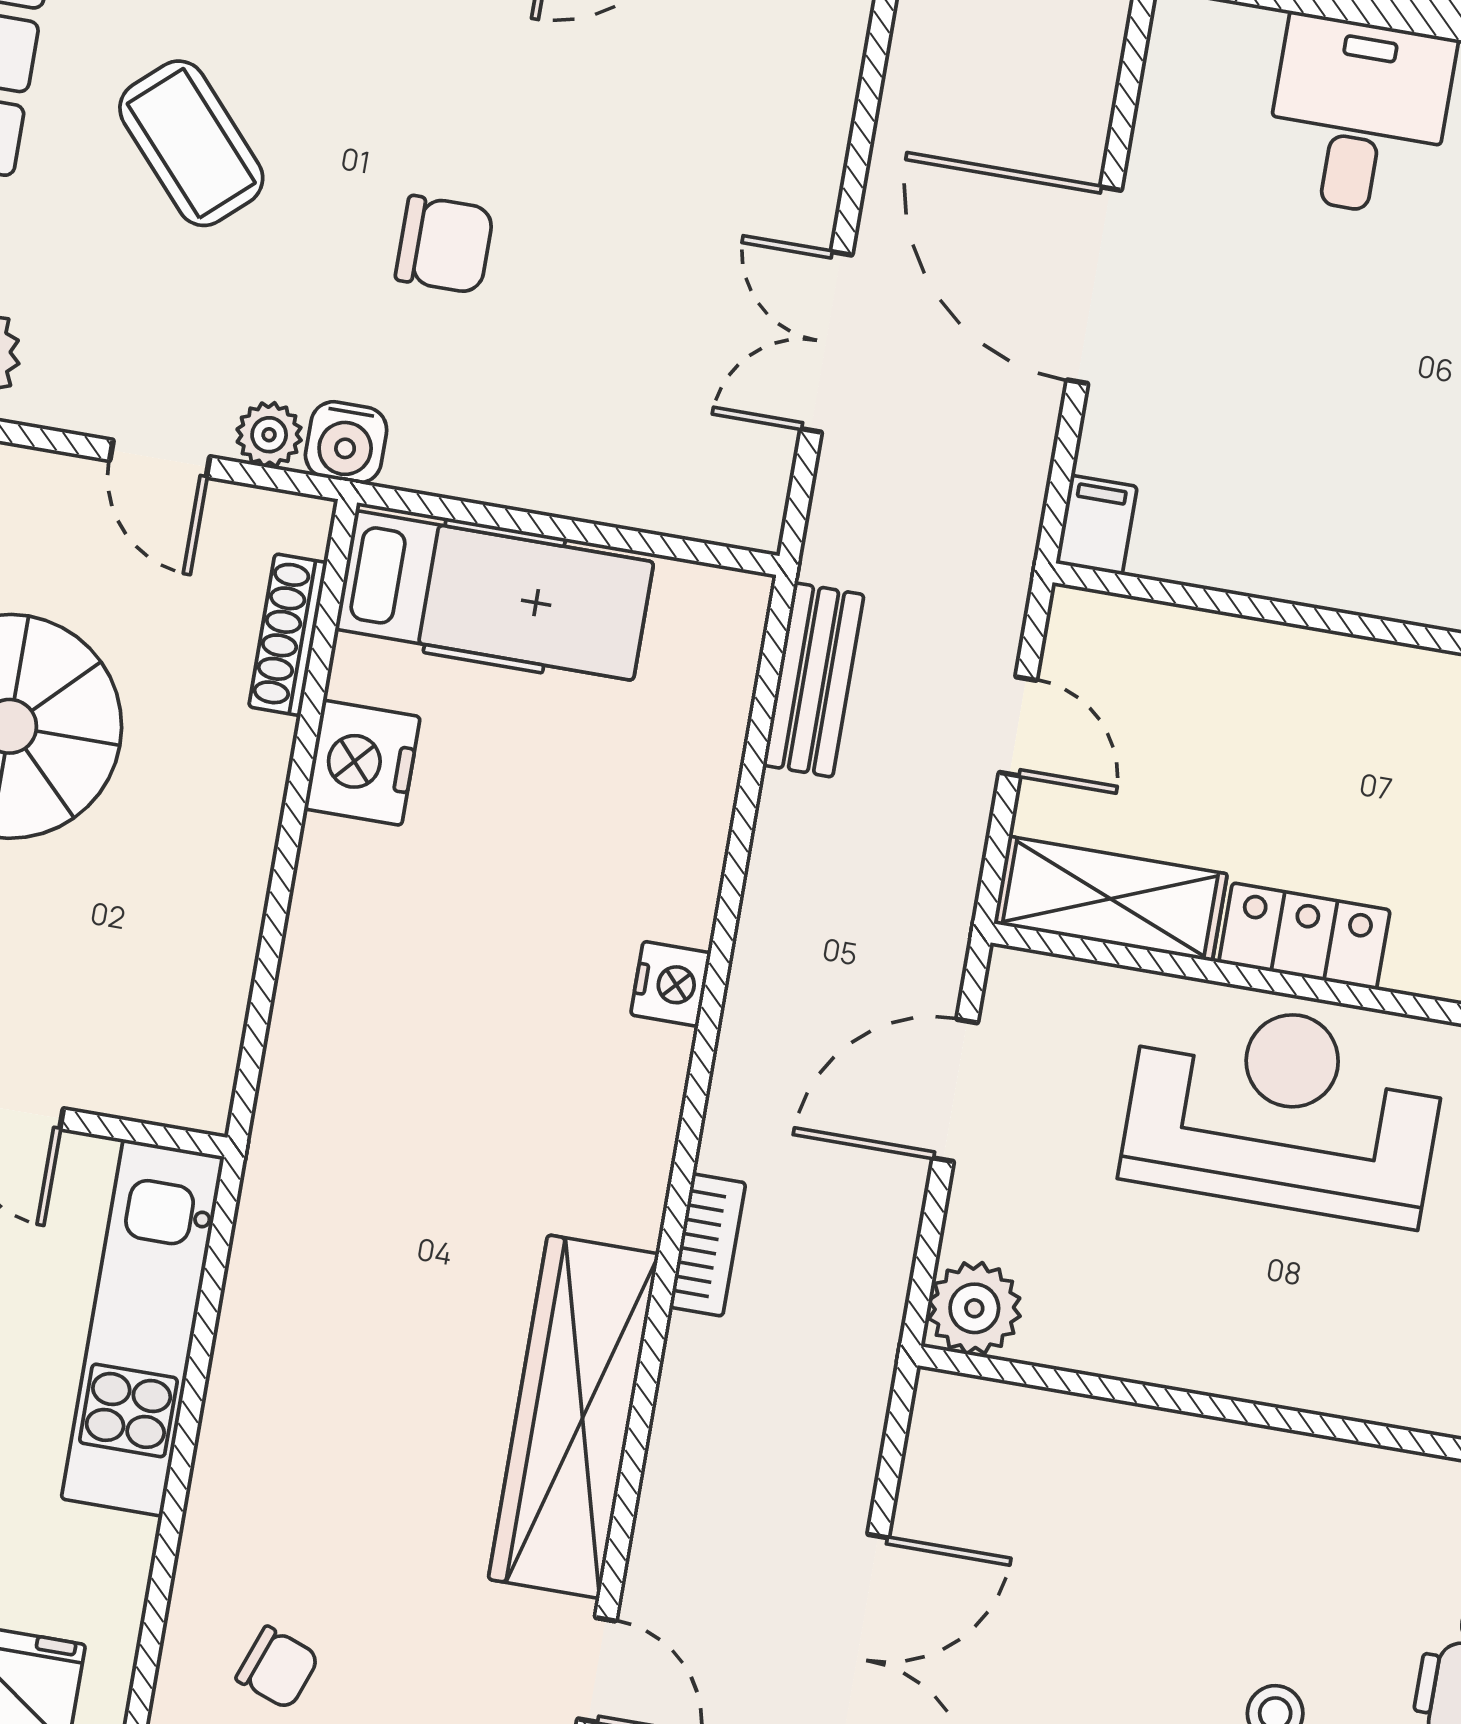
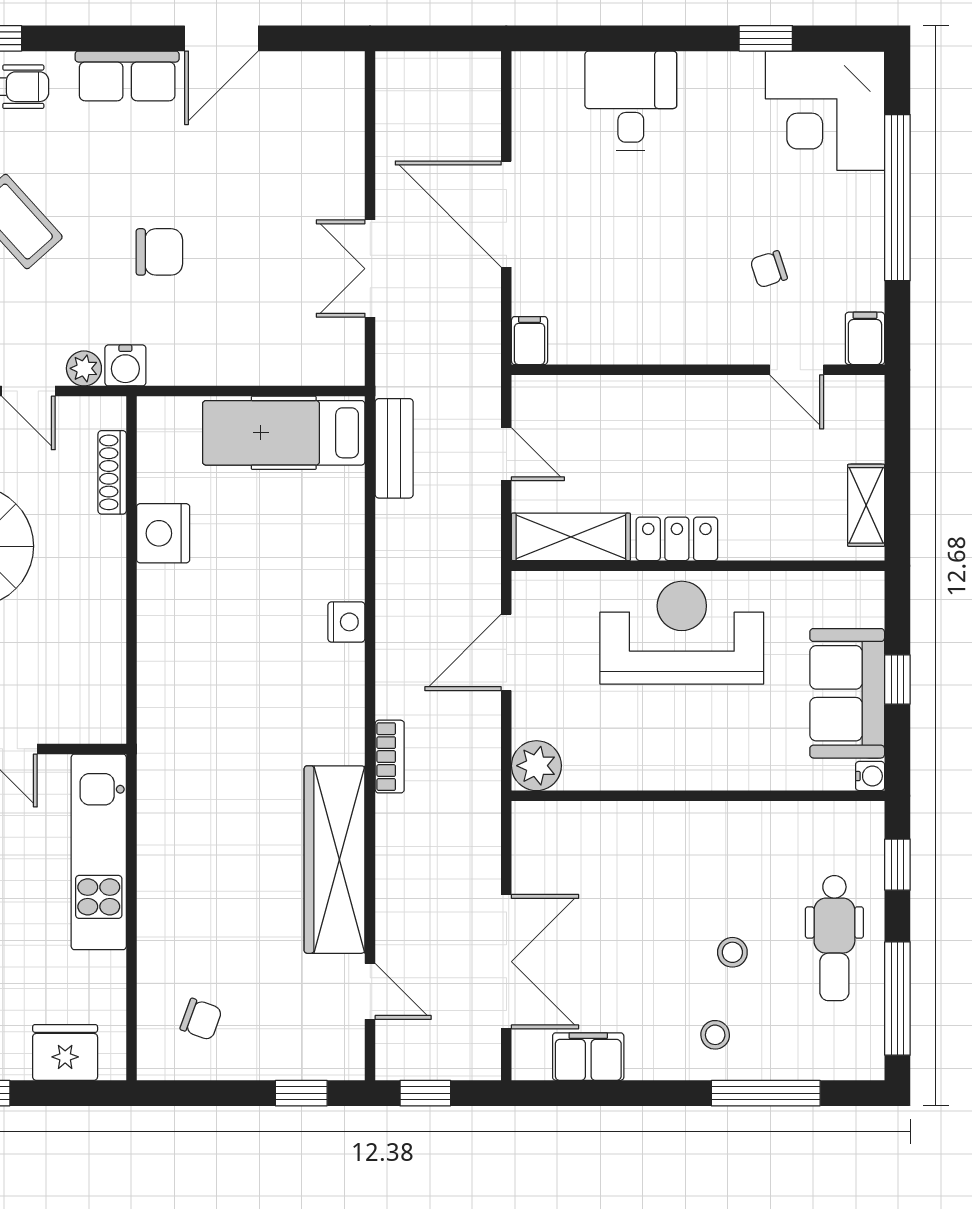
hospital bed: (494, 595) -> (284, 433), moved, turned 180

